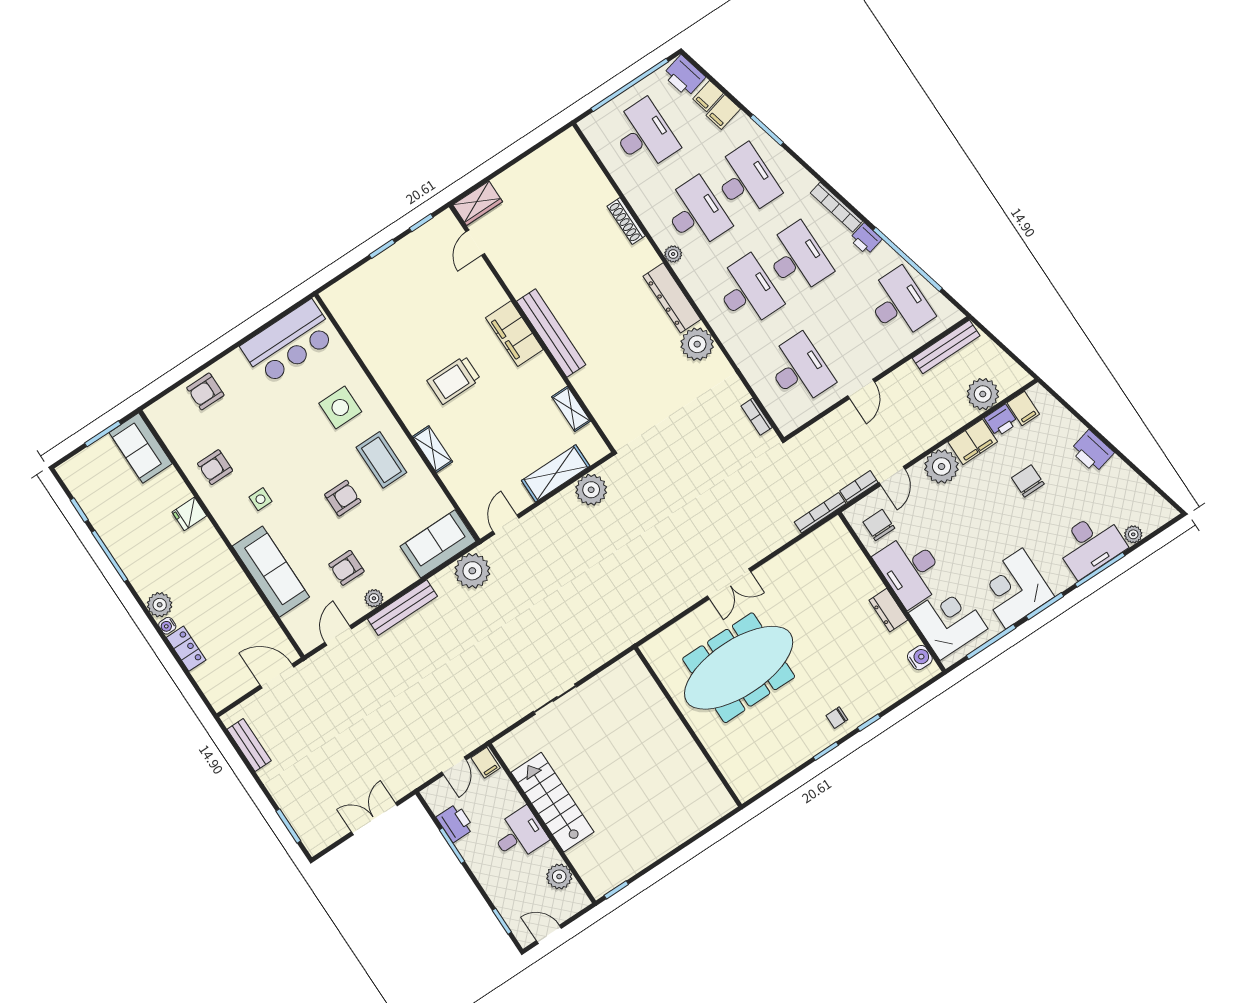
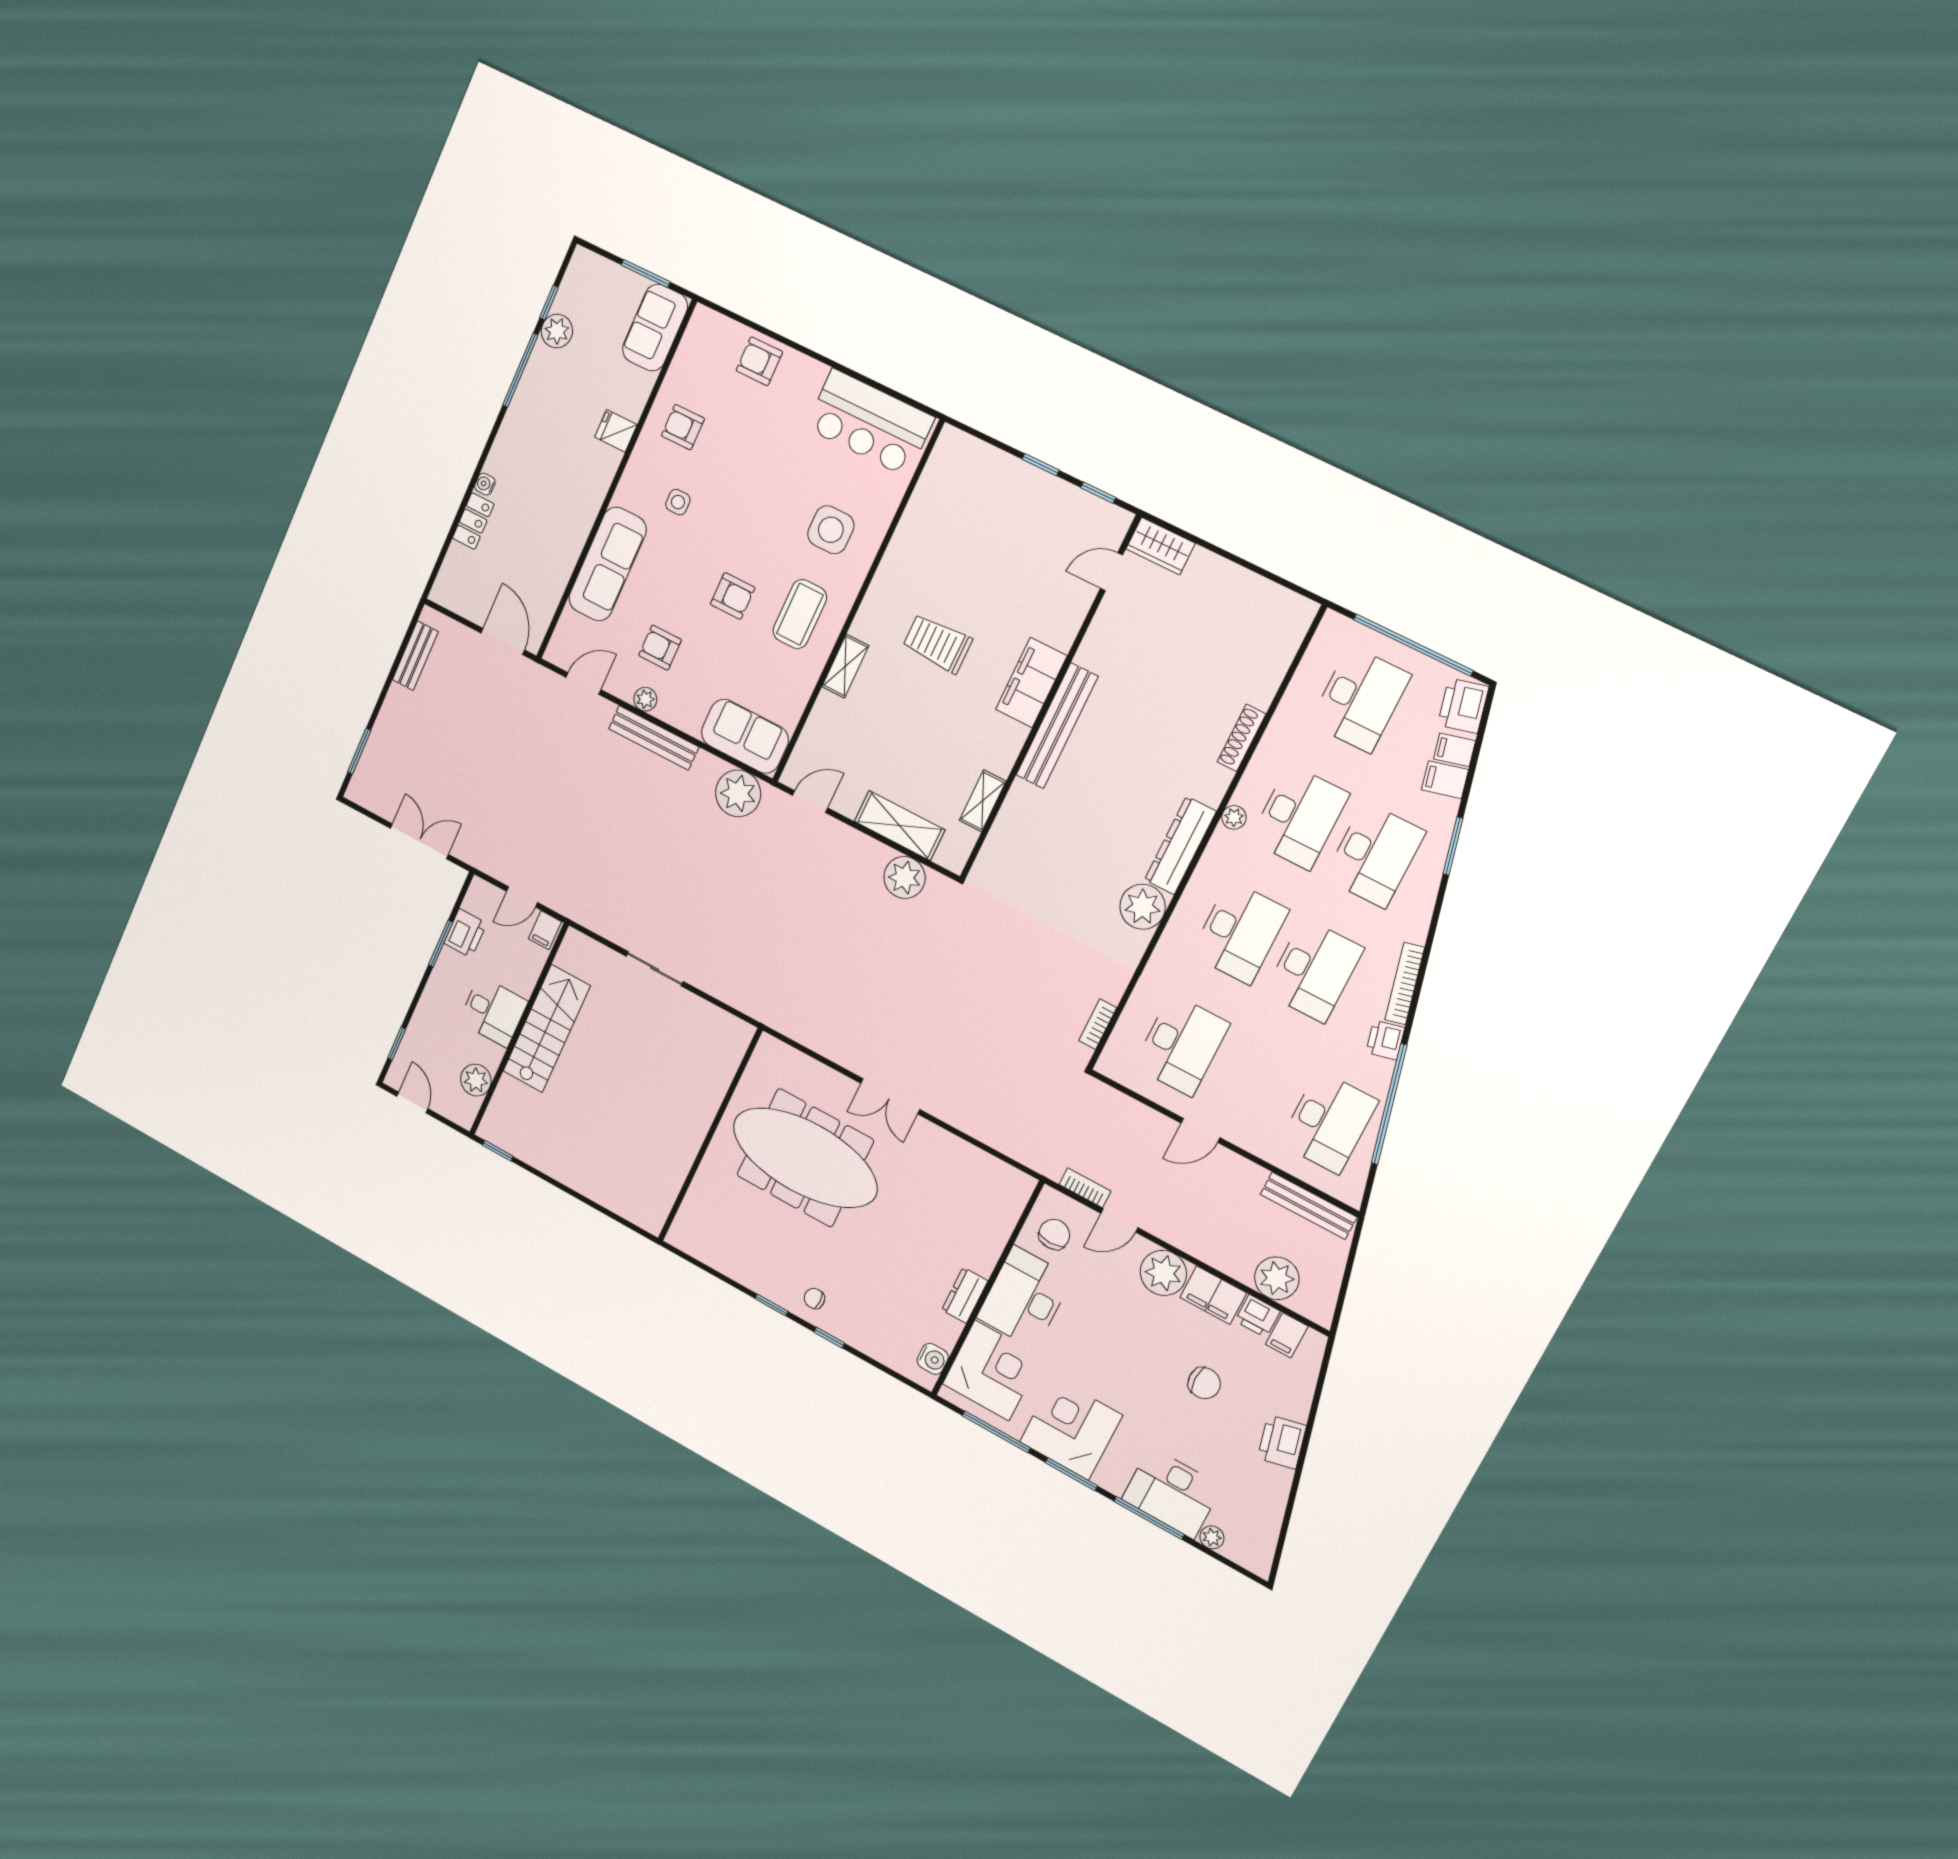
chair: (1028, 481) -> (1204, 1383), turned 90
bookcase: (820, 513) -> (1029, 1158), removed
plant: (160, 605) -> (557, 331), moved

